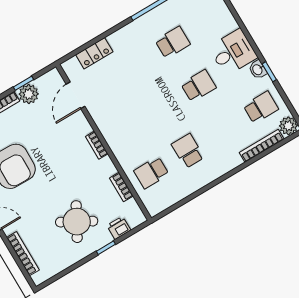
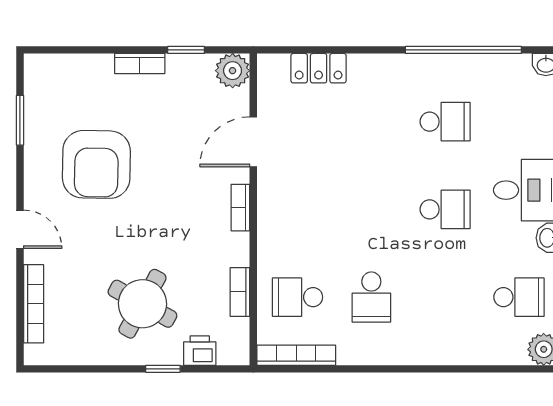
plant: (29, 94) -> (233, 71), moved
door: (76, 95) -> (253, 142), moved
bookcase: (262, 146) -> (296, 355), moved
school desk: (188, 151) -> (371, 297), turned 180

